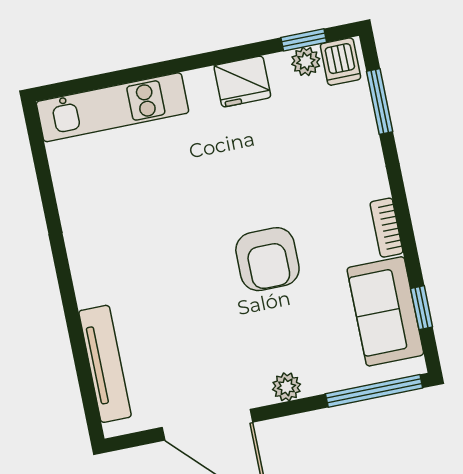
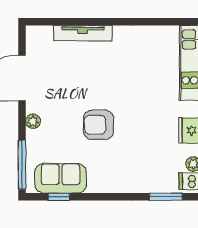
bookcase: (386, 228) -> (102, 187), removed
tv unit: (105, 364) -> (83, 33), moved

